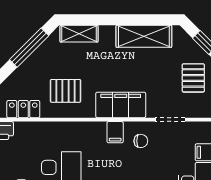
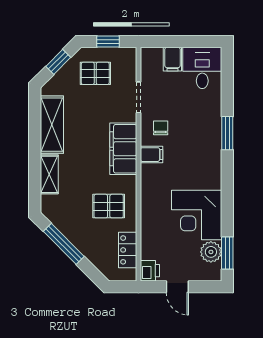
shelving: (79, 34) -> (49, 174), moved
pallet: (65, 91) -> (109, 206), turned 90

